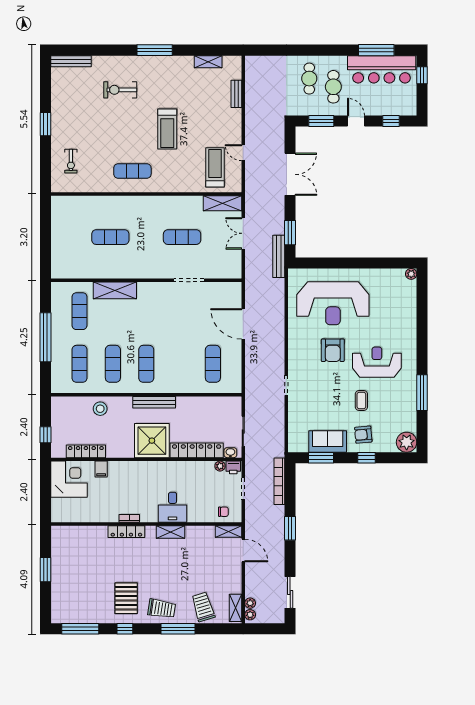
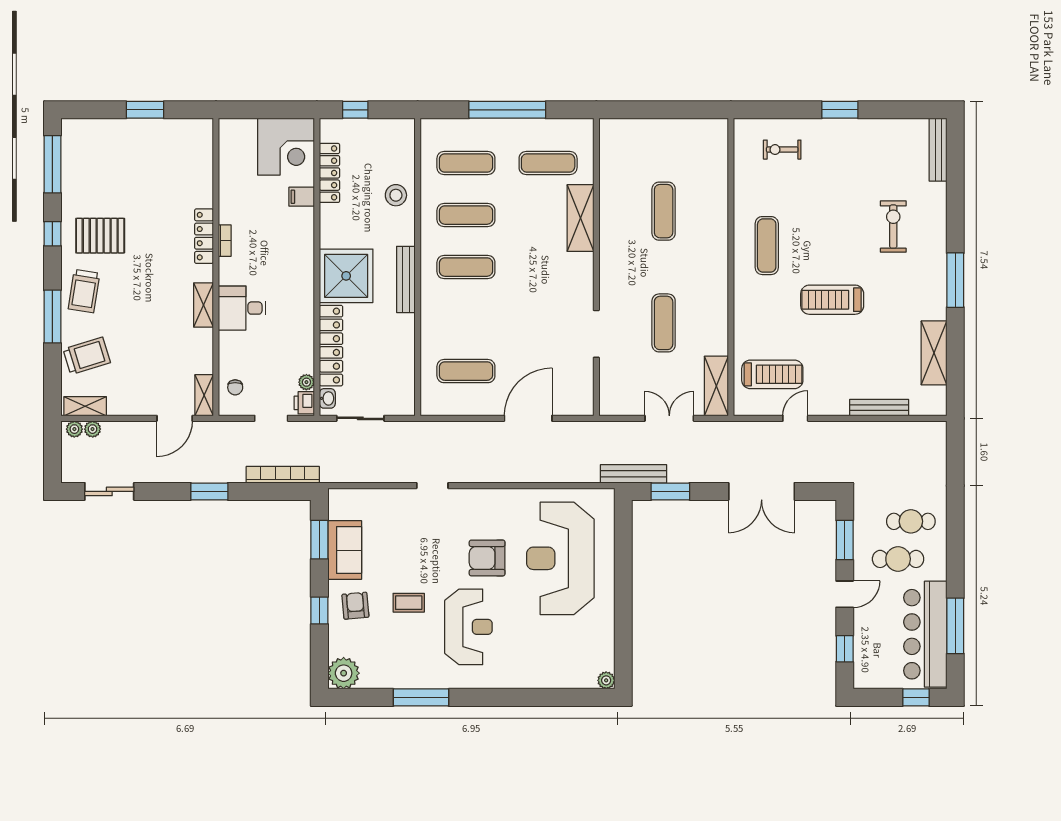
shelving: (208, 62) -> (934, 353), width x1.50, depth x1.33
bench: (236, 94) -> (879, 408), width x1.36

